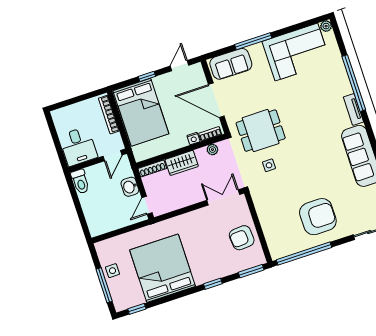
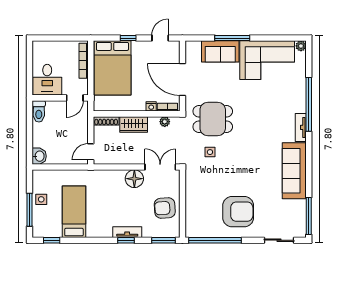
sofa: (231, 64) -> (220, 51), moved
washbasin: (130, 187) -> (39, 156), moved, turned 180
floor lamp: (201, 218) -> (134, 179), added
bed: (163, 268) -> (74, 212), width x0.49
tv unit: (211, 275) -> (127, 232), added

